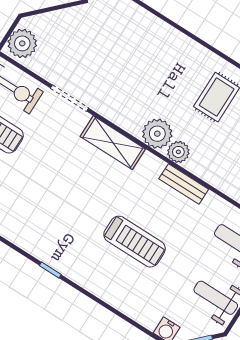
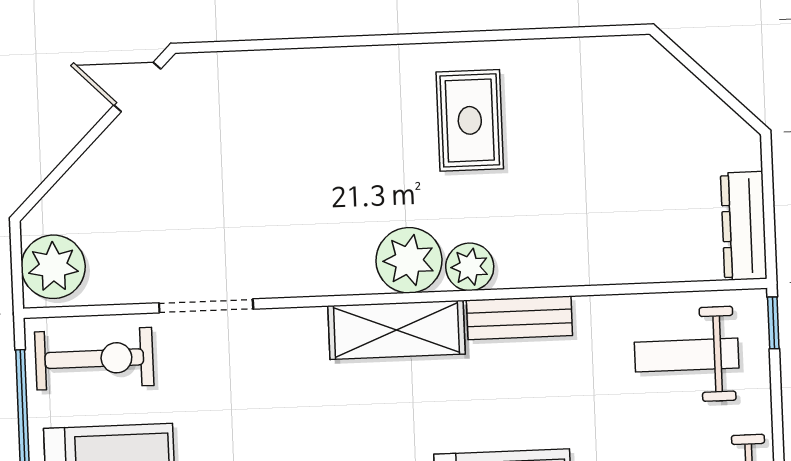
shelving: (113, 143) -> (396, 330), moved

